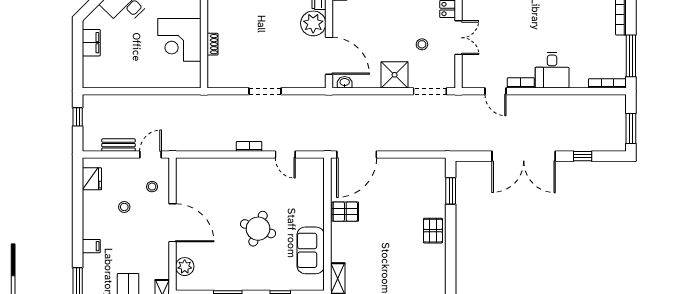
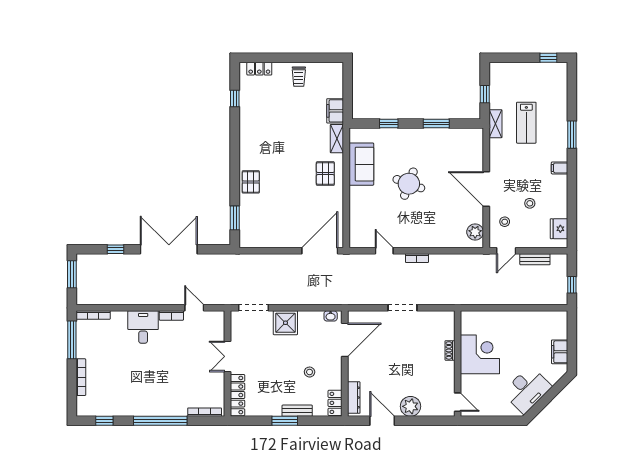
plant: (313, 23) -> (359, 369), removed
stool: (422, 44) -> (310, 372), moved
door: (329, 56) -> (345, 340), swing flipped
pallet: (345, 212) -> (325, 174), moved, turned 90
plant: (185, 267) -> (475, 232), moved

